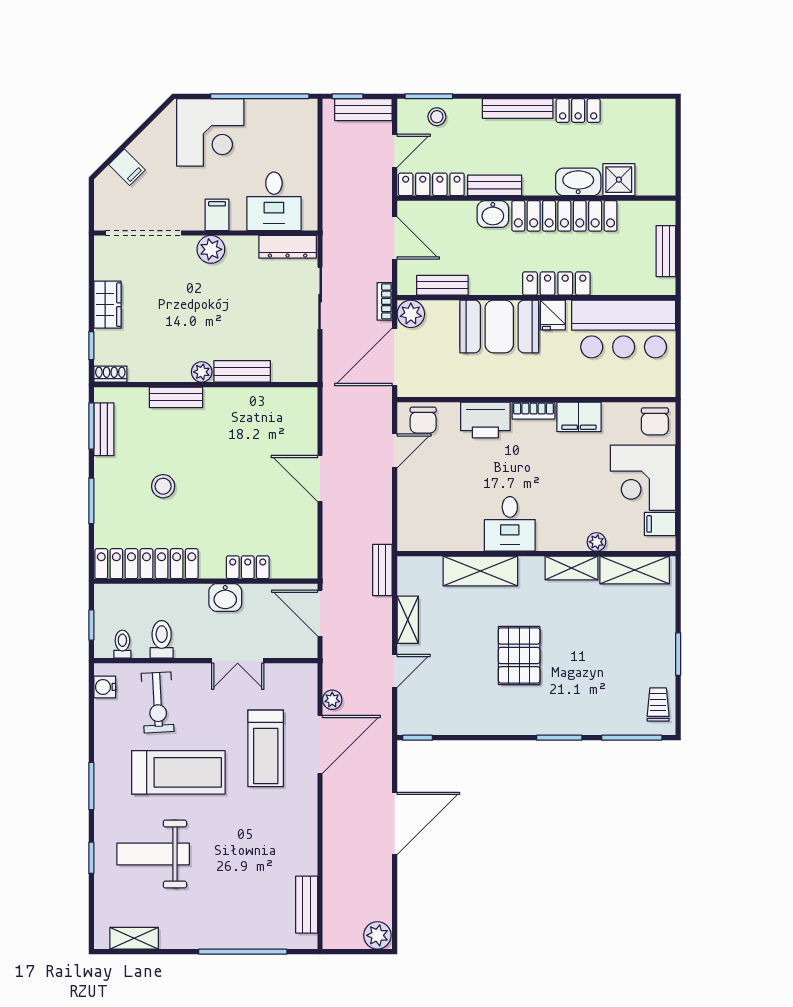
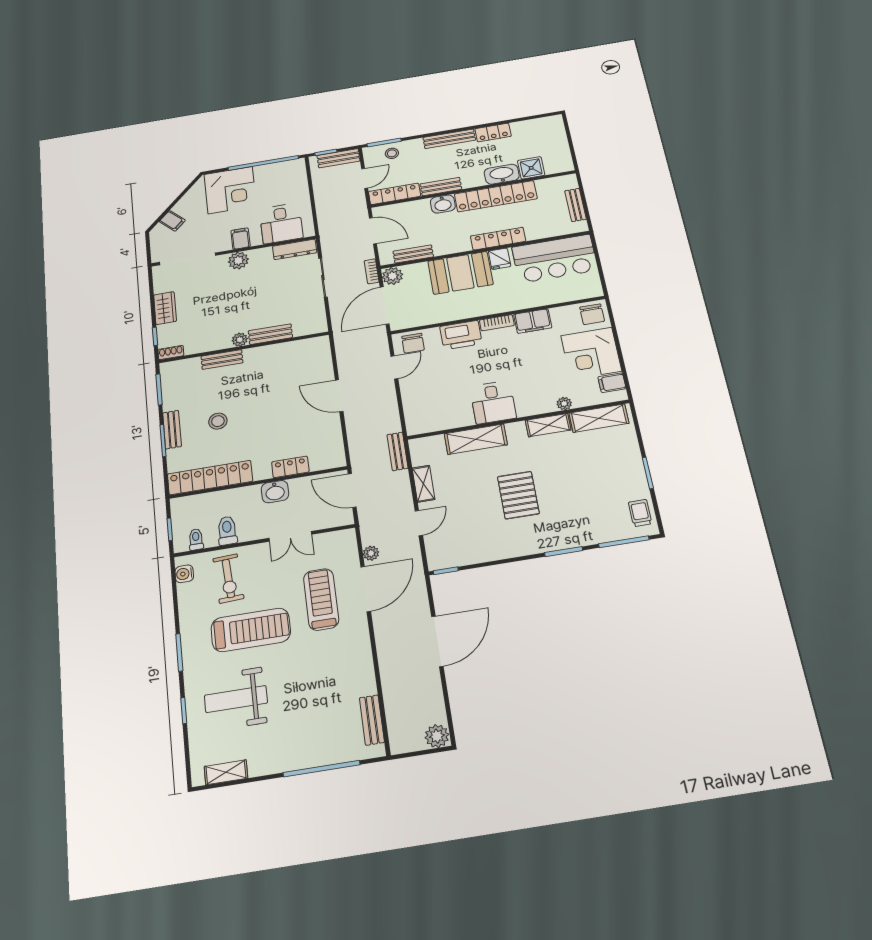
bench: (104, 429) -> (172, 430), moved
treadmill: (266, 748) -> (321, 599), turned 180

